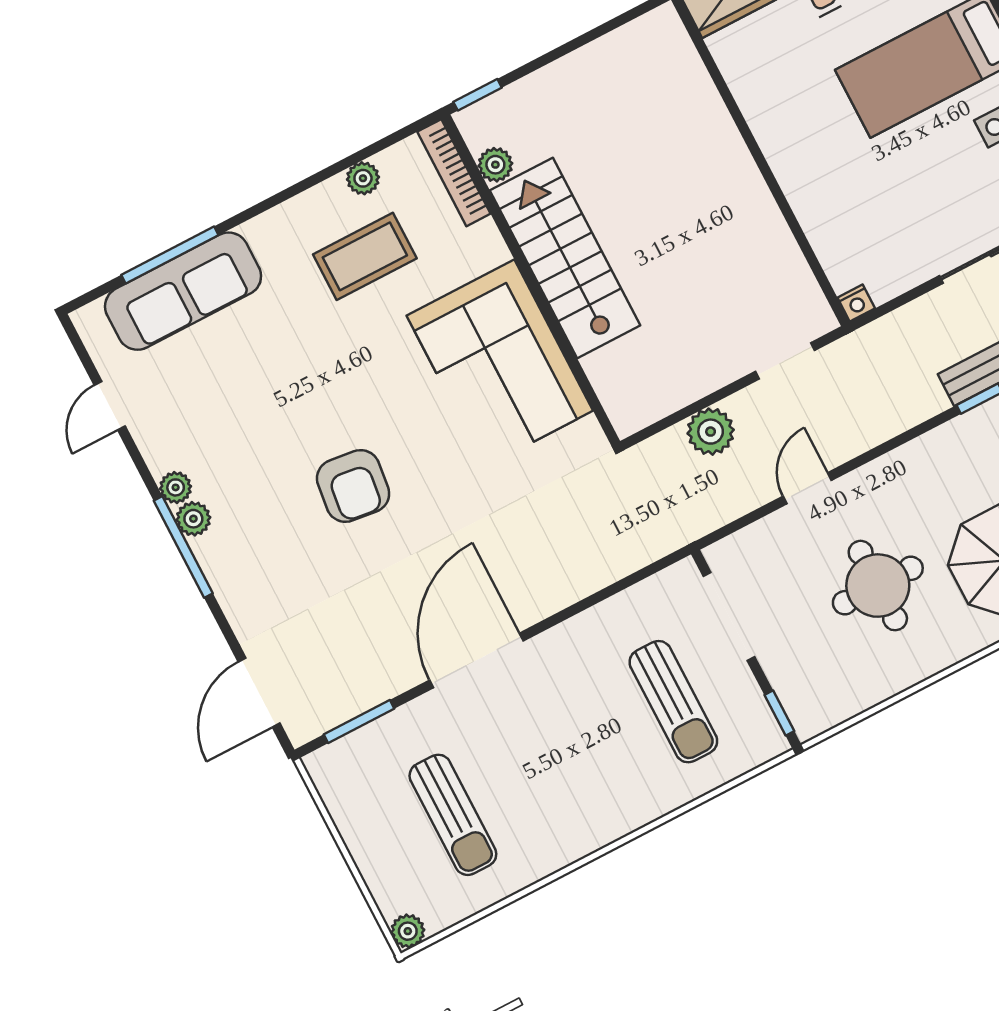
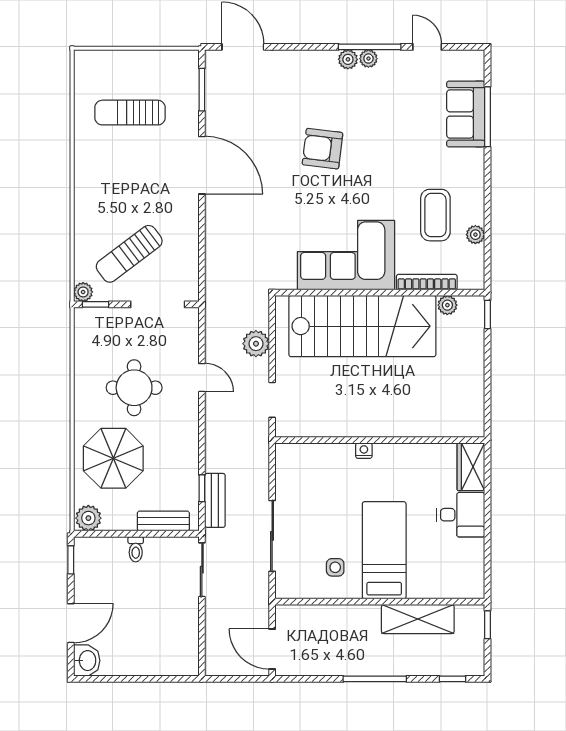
bookcase: (454, 173) -> (427, 282), moved
stairs: (565, 258) -> (362, 326), width x1.36, depth x1.51
sofa: (183, 291) -> (466, 114), width x0.73
nightstand: (856, 303) -> (364, 451), moved, turned 90
window: (183, 547) -> (370, 47), moved
sun lounger: (673, 702) -> (129, 254), turned -37
plant: (408, 931) -> (83, 292), moved

